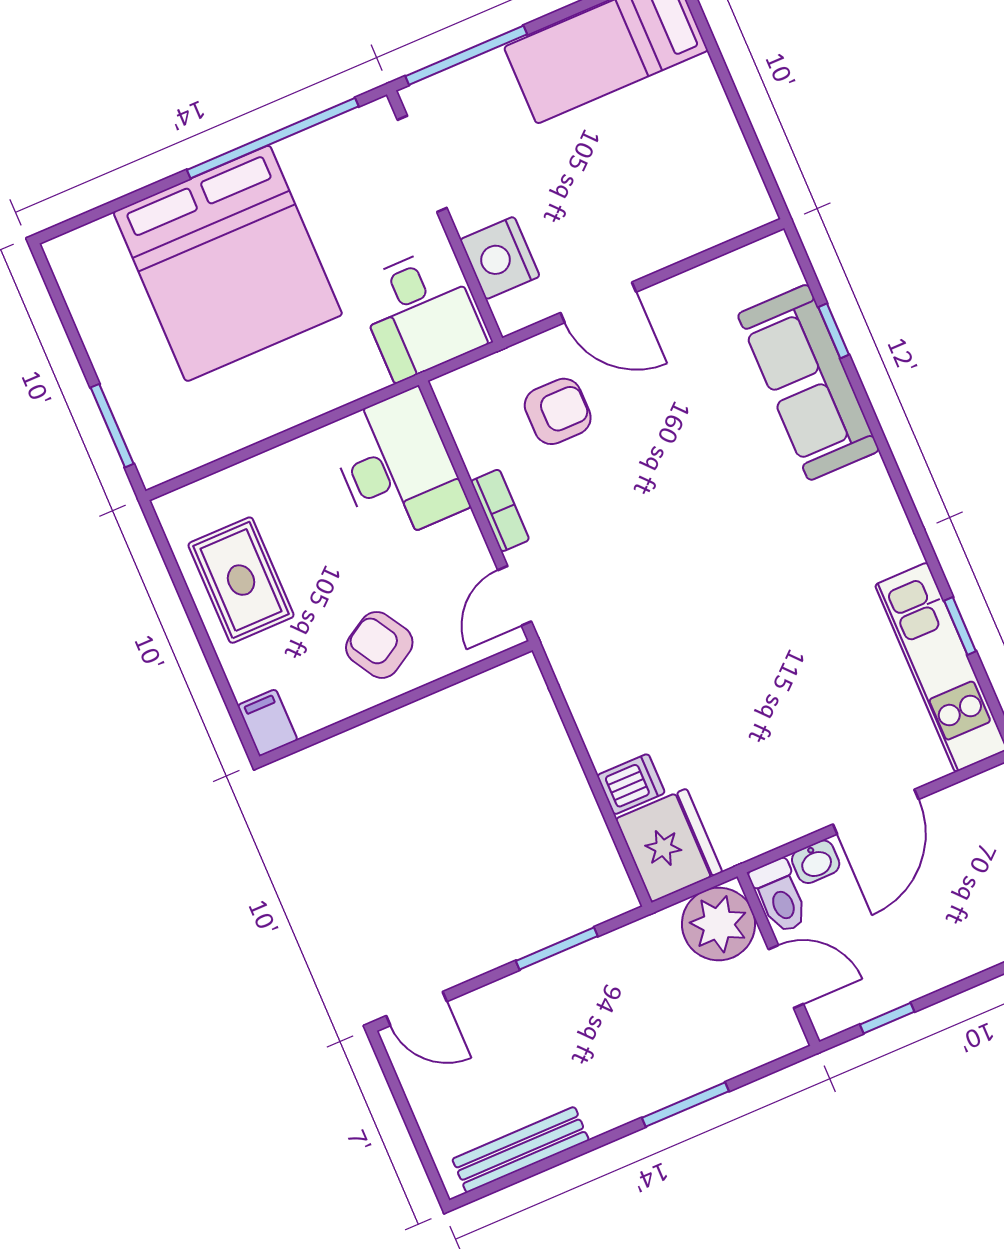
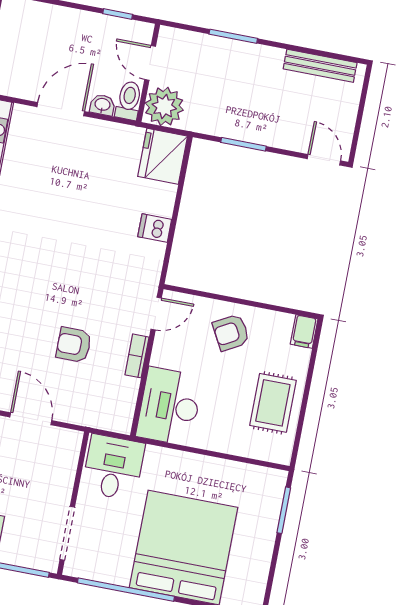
nightstand: (500, 258) -> (61, 468), removed
armchair: (558, 411) -> (74, 345), moved
armchair: (379, 645) -> (231, 332), turned 92
dishwasher: (631, 784) -> (155, 228), moved

